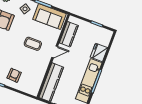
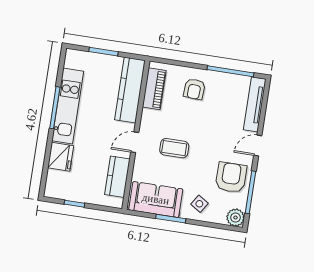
piano: (37, 80) -> (154, 89), added

